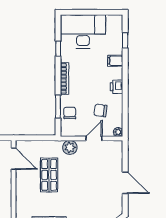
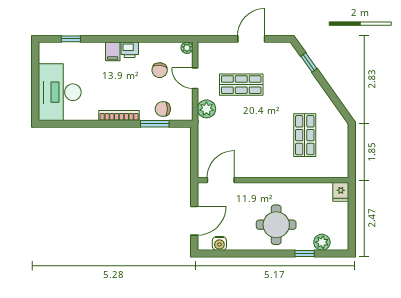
window: (58, 49) -> (81, 124), removed
filing cabinet: (115, 61) -> (113, 51), moved
shop shelf: (49, 175) -> (241, 85), moved

